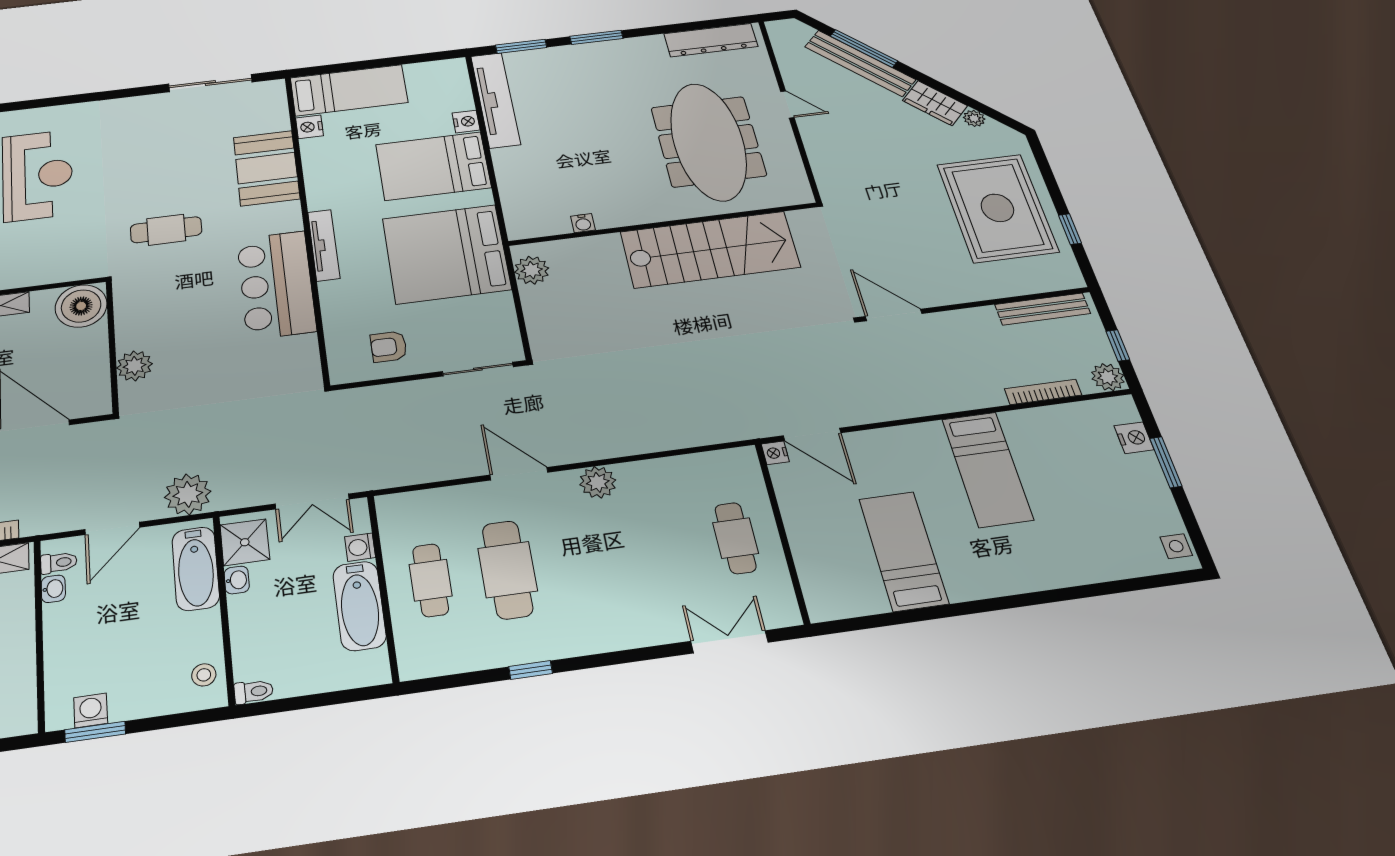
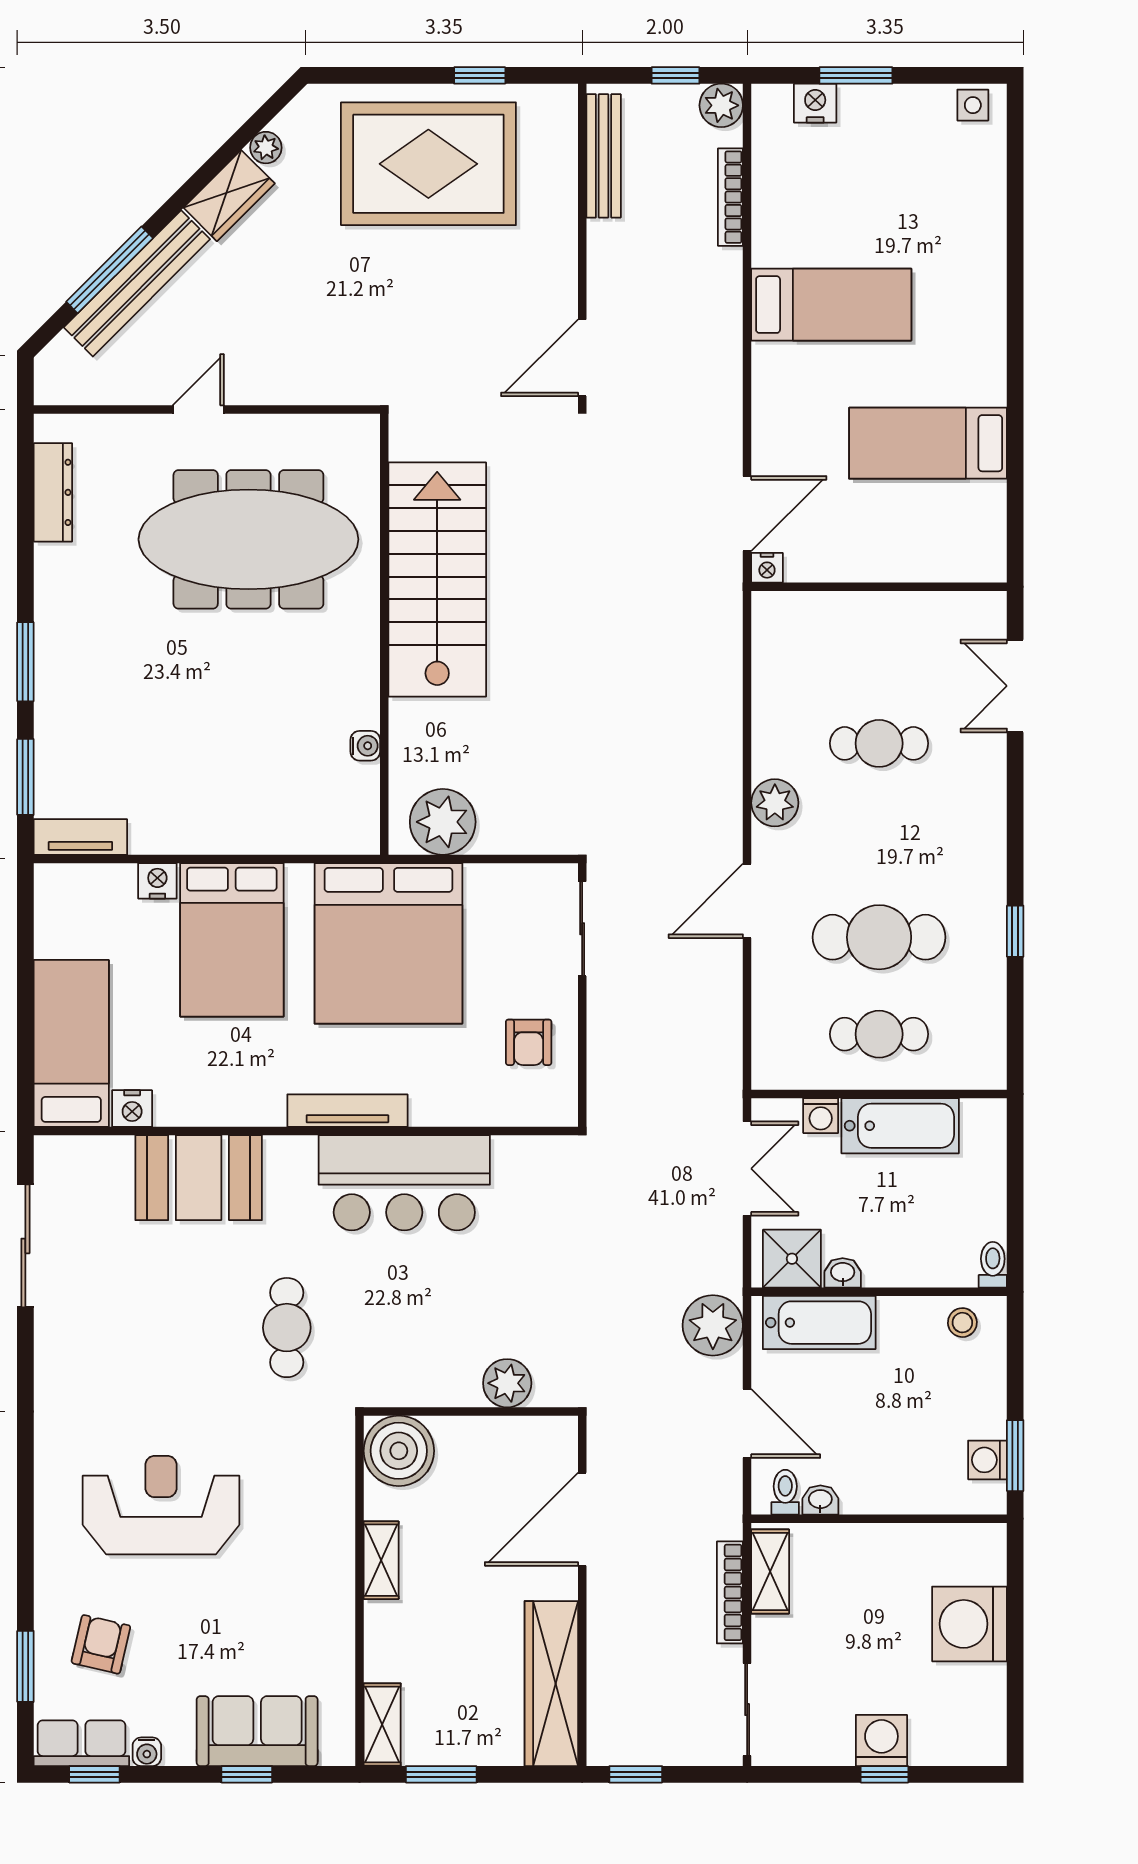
dresser: (711, 40) -> (53, 492), width x0.73, depth x0.80
tv unit: (495, 100) -> (80, 837), width x0.52, depth x0.78
plant: (532, 270) -> (443, 822), width x1.36, depth x1.36
cafe table: (735, 538) -> (879, 743), moved

